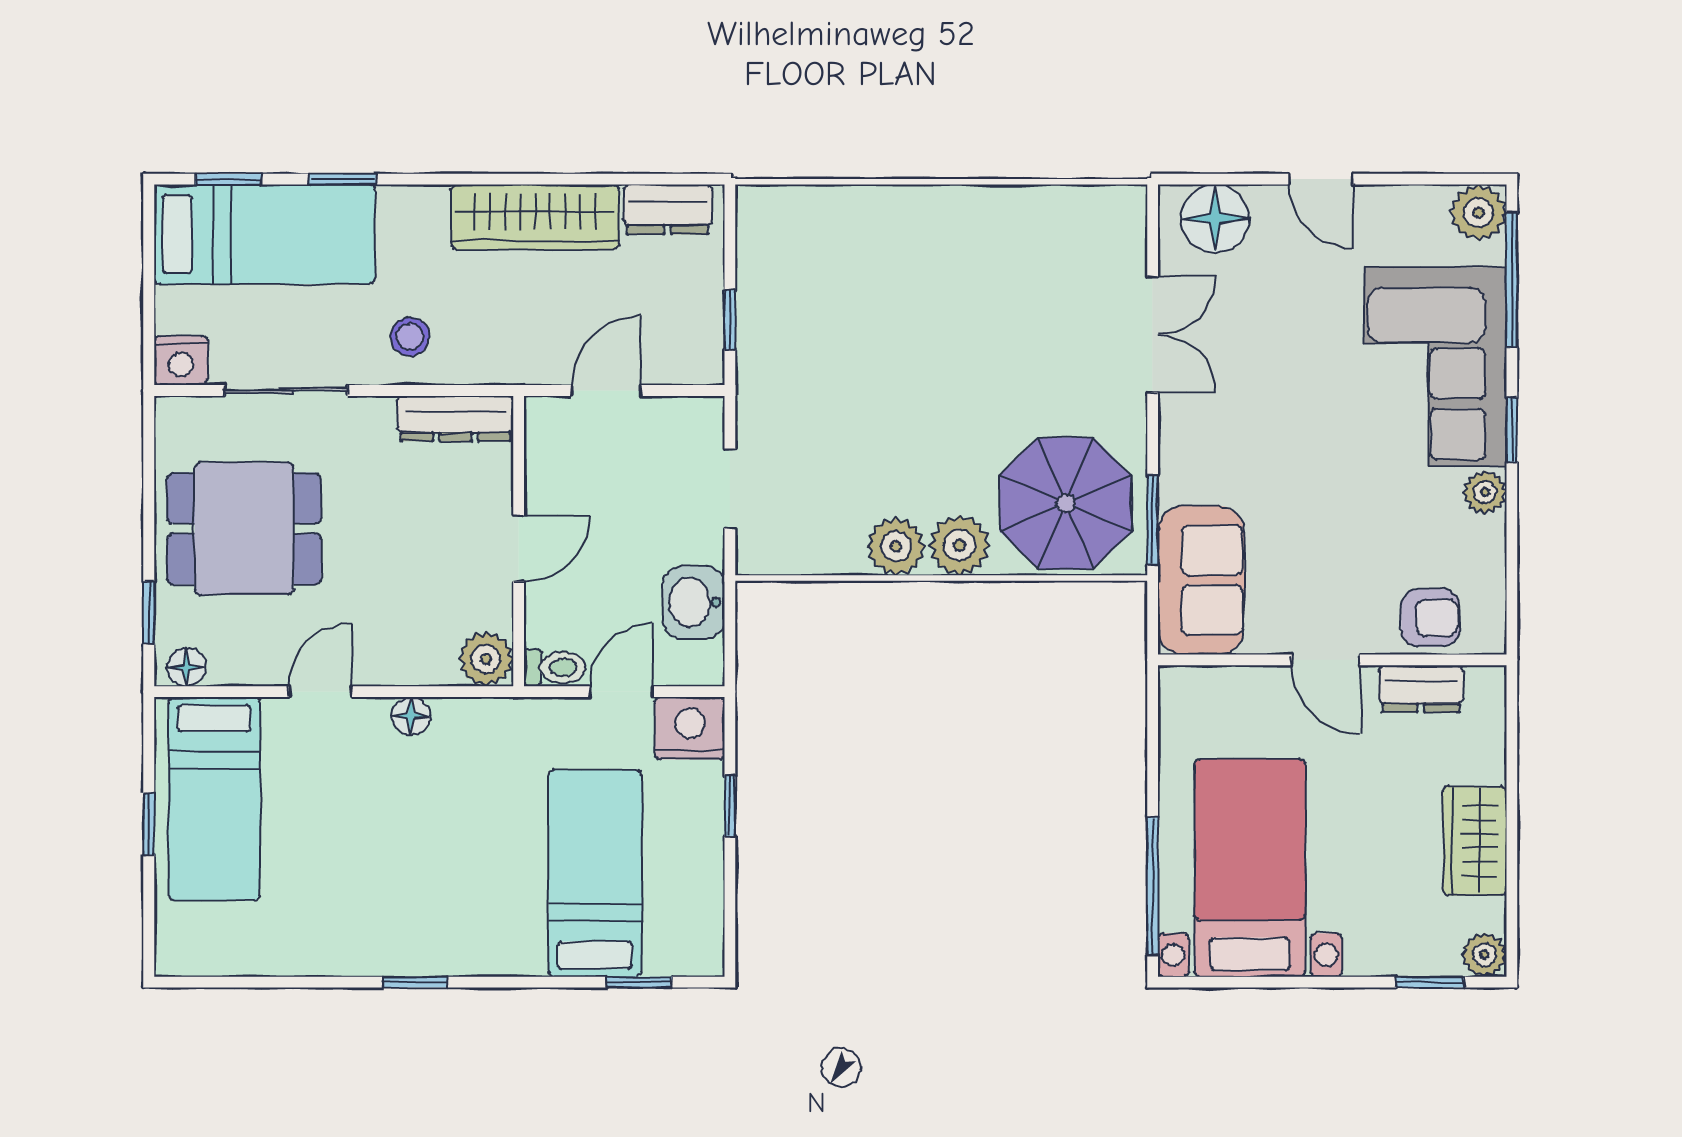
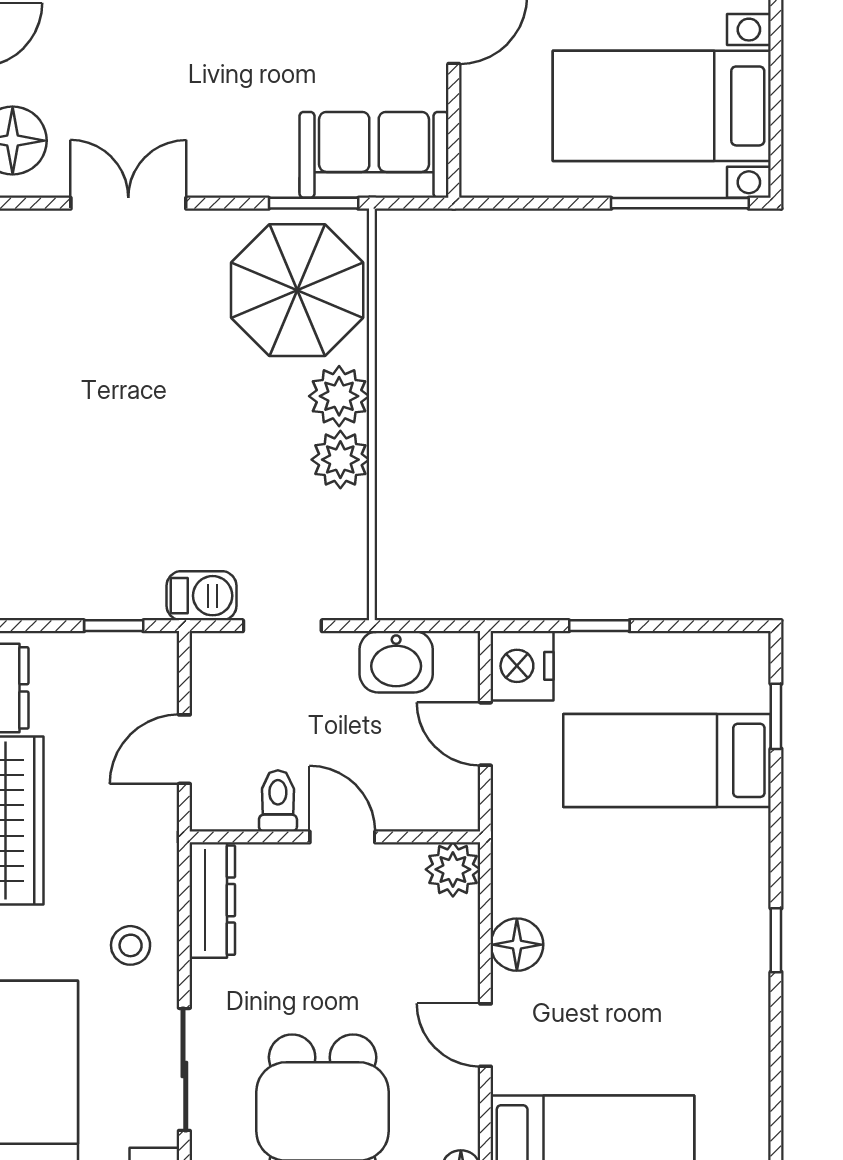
door: (606, 391) -> (184, 749), hinge flipped
barbecue: (760, 408) -> (202, 596), added
toilet: (555, 667) -> (278, 801), moved
floor lamp: (411, 716) -> (517, 945), width x1.37, depth x1.37

